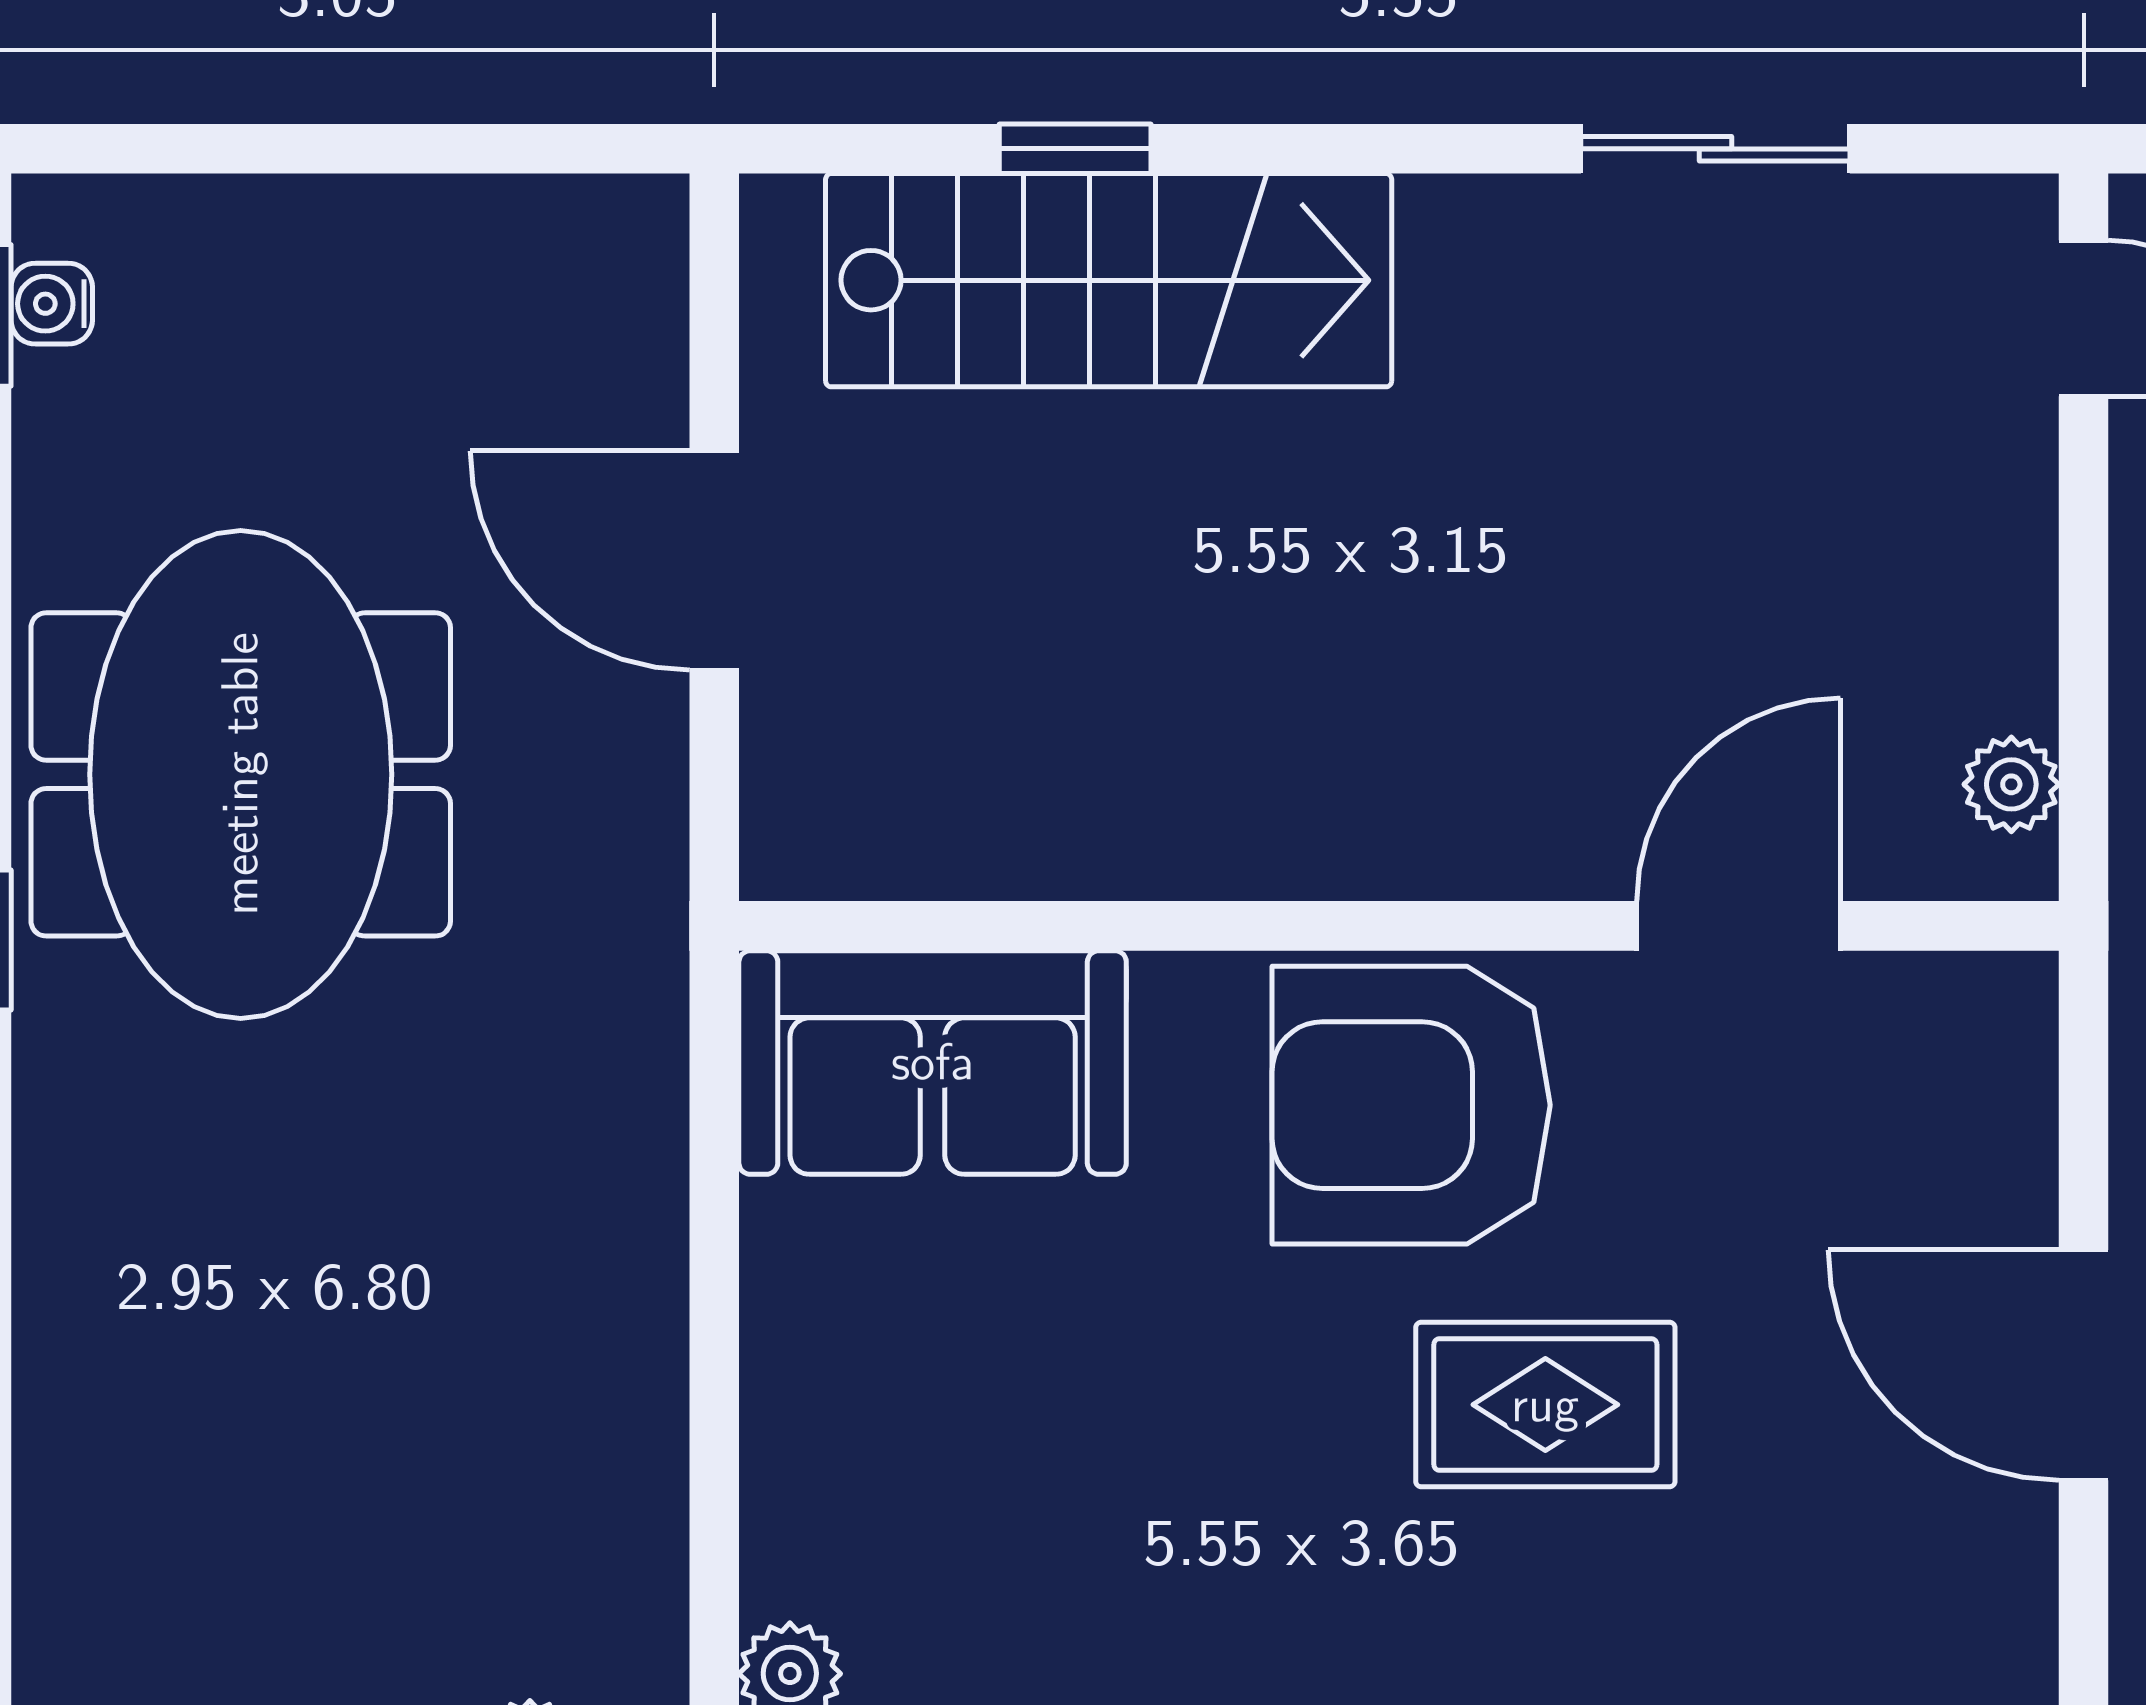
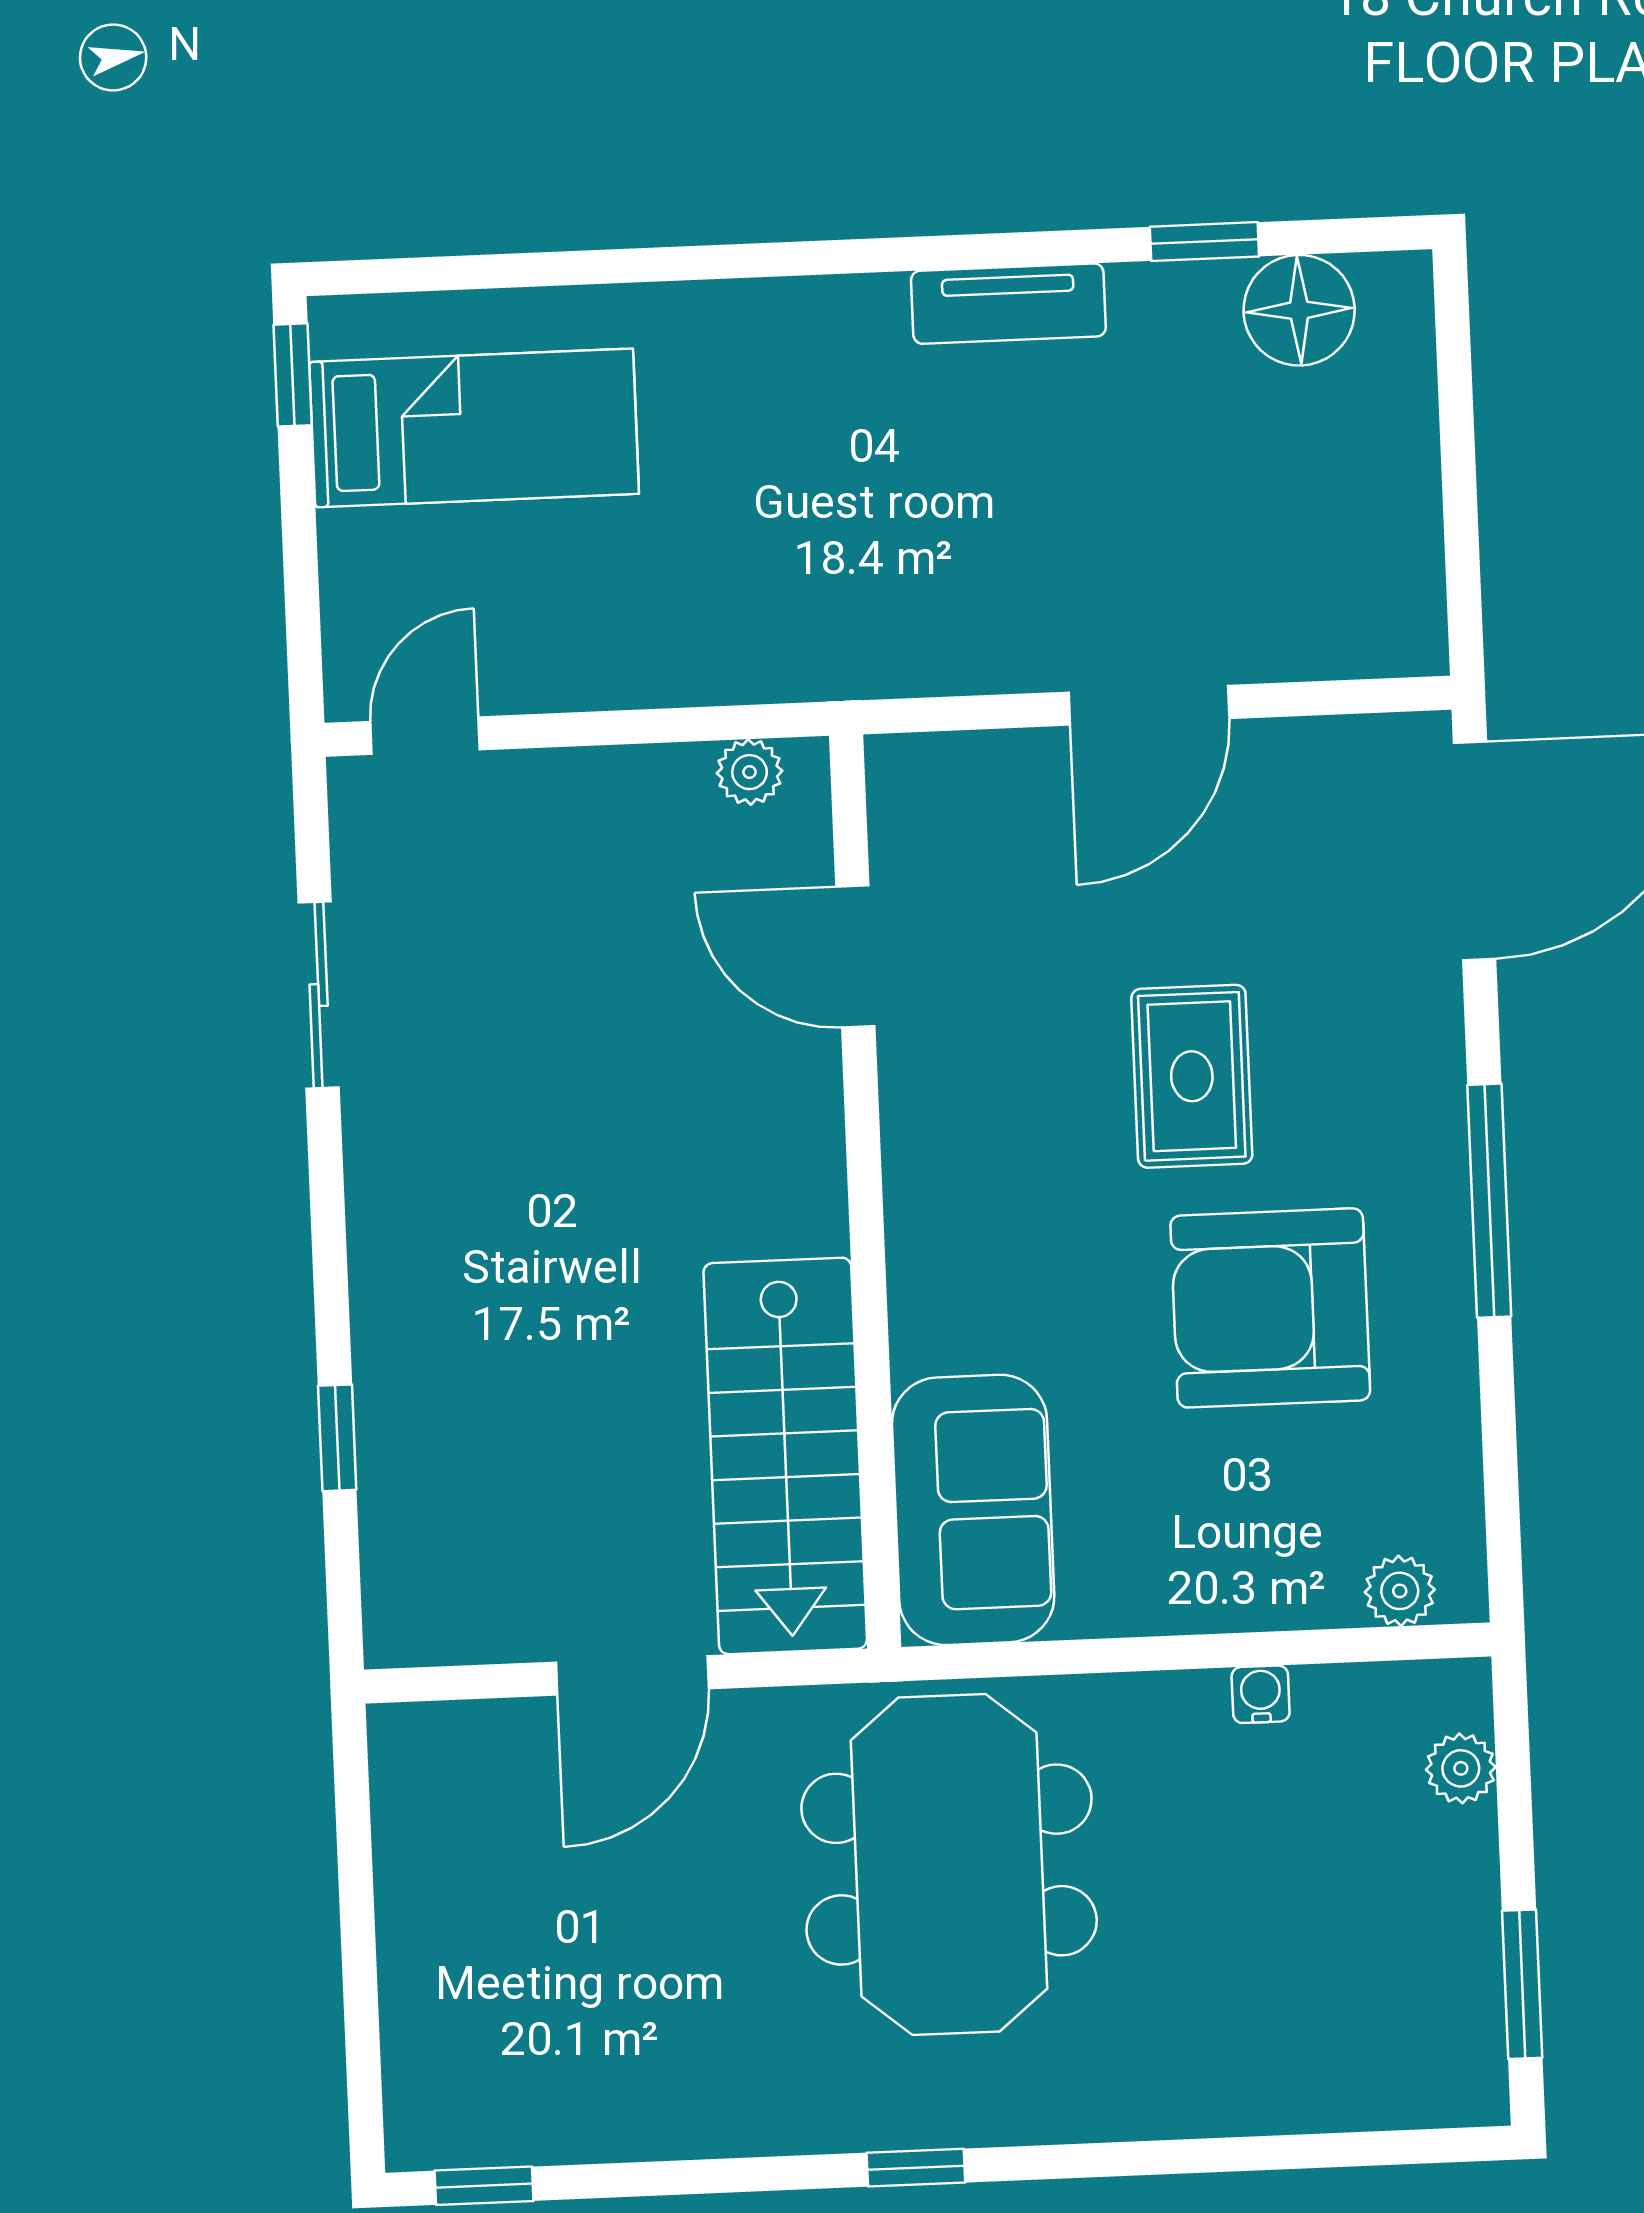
stairs: (1109, 280) -> (785, 1456), moved, turned 180
water cooler: (52, 304) -> (1261, 1694), moved, turned 180
meeting table: (241, 774) -> (949, 1865), moved, turned 90
armchair: (1411, 1105) -> (1270, 1308), moved, turned 90

